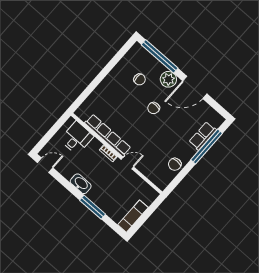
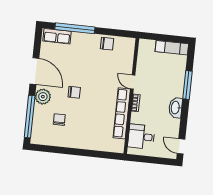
row of seats: (203, 136) -> (57, 36), moved

